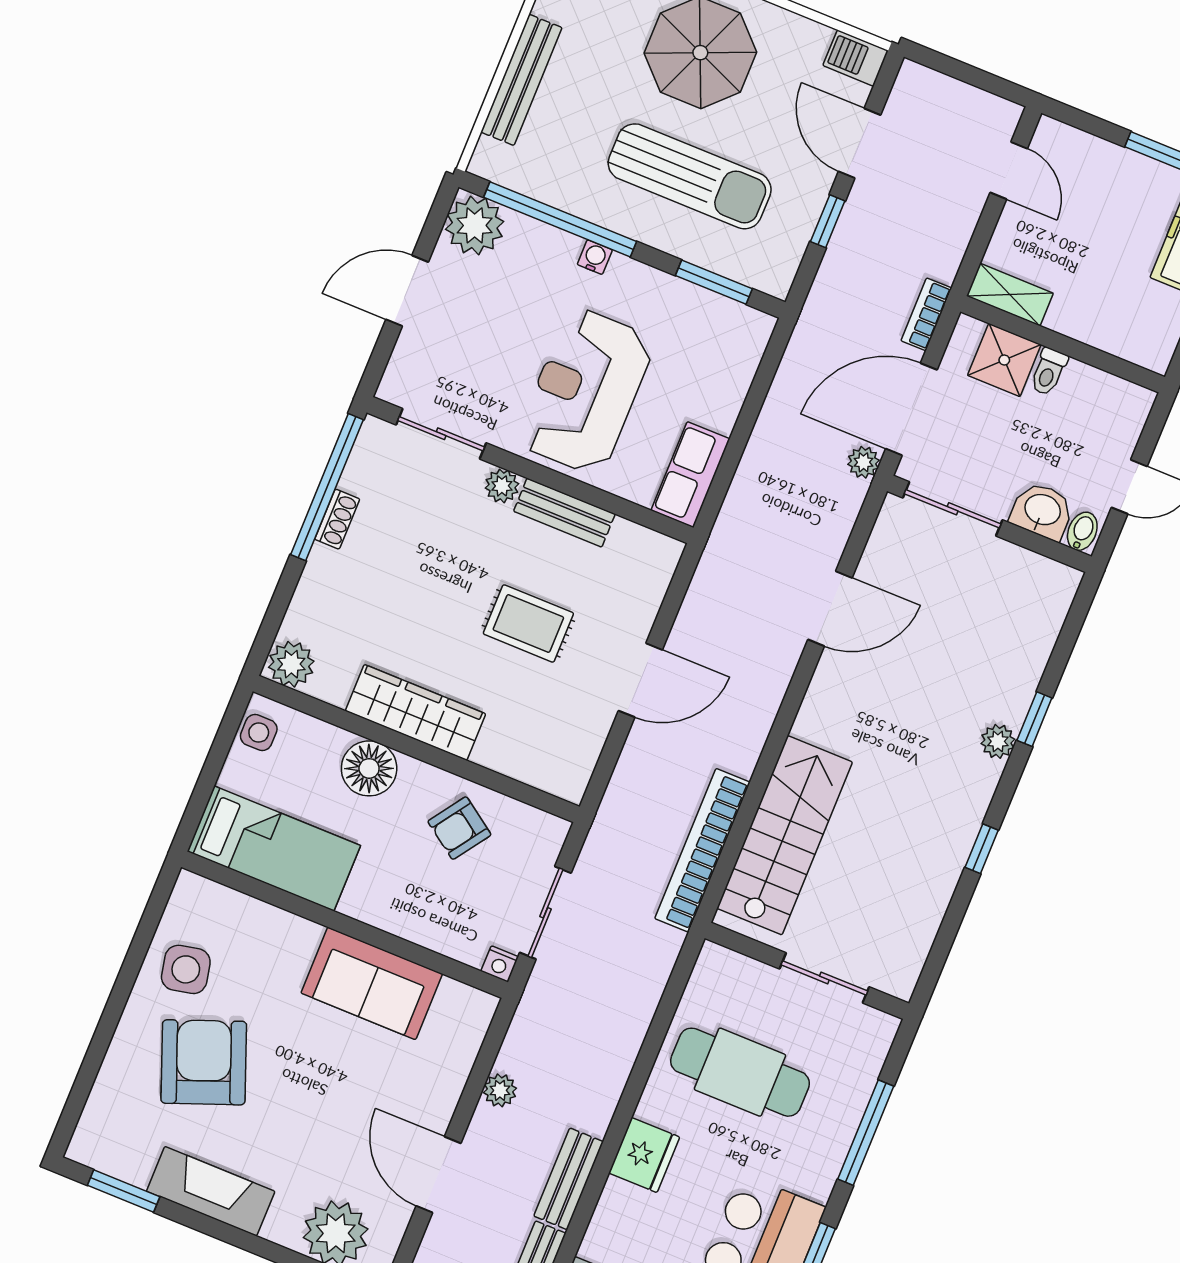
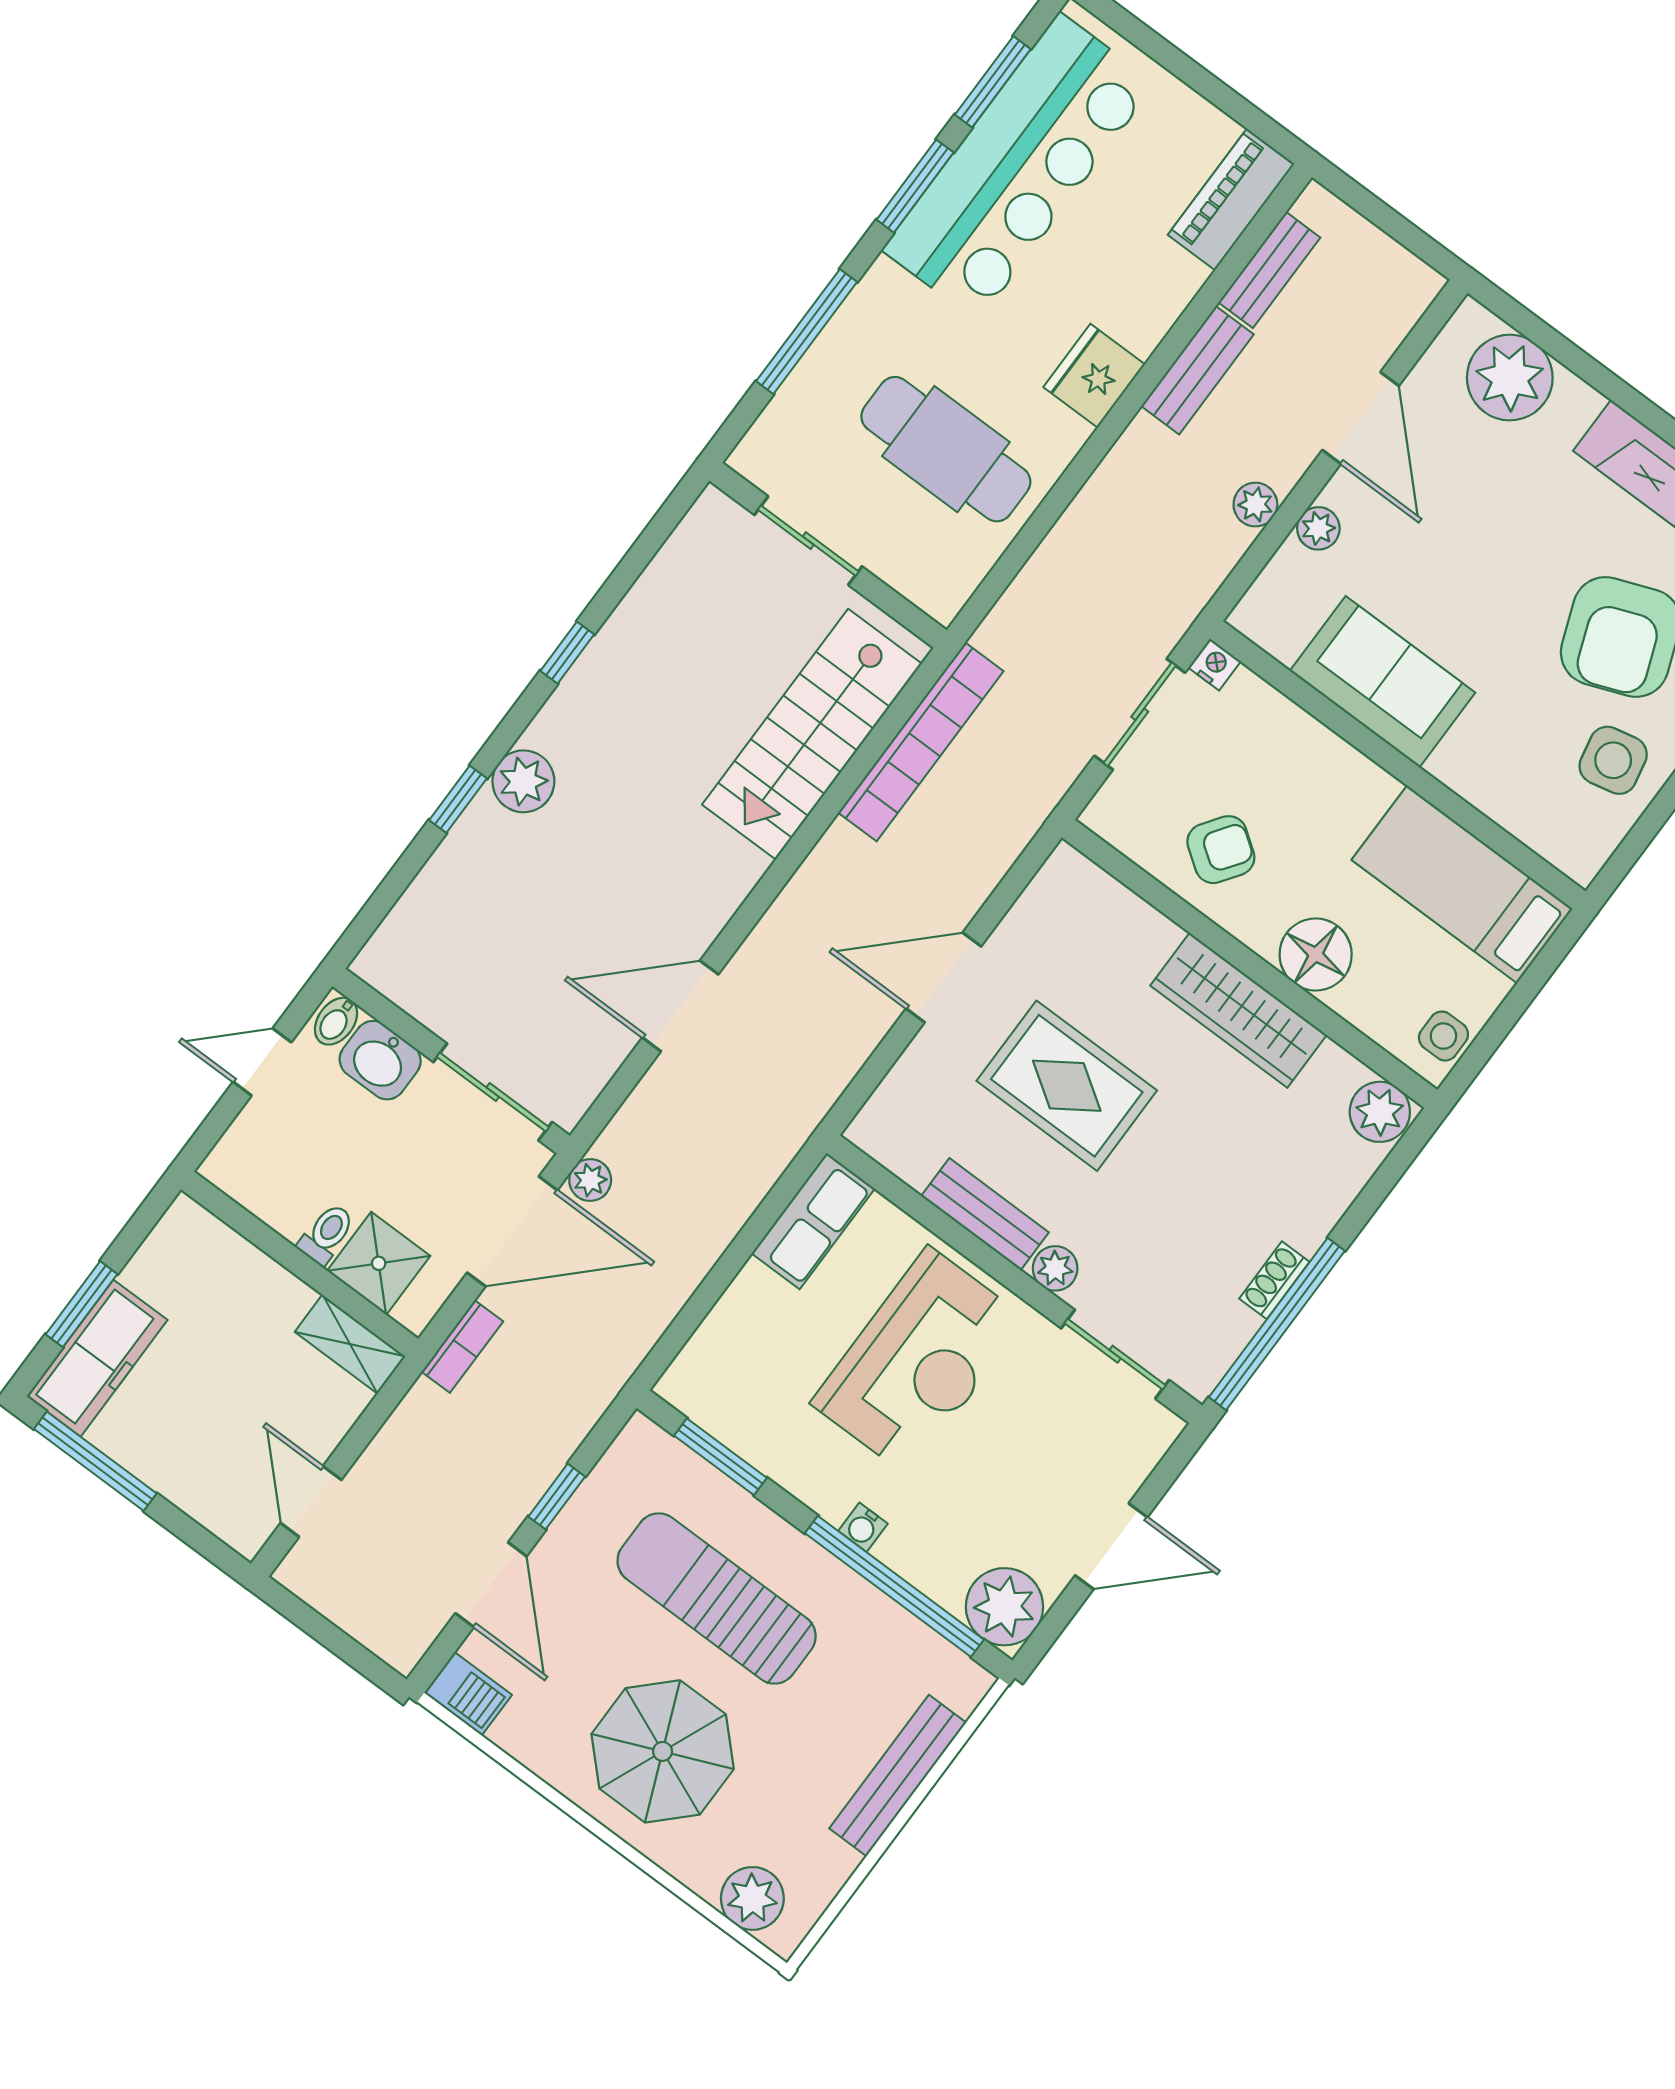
rug: (528, 623) -> (1067, 1086), width x1.36, depth x1.43
plant: (998, 741) -> (523, 781), width x1.38, depth x1.38
plant: (449, 1085) -> (1318, 528), added

